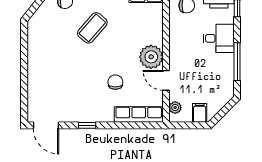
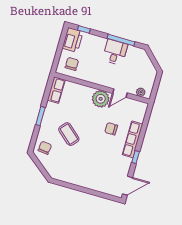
desk: (219, 38) -> (115, 52), moved
filing cabinet: (200, 113) -> (149, 76), removed
row of seats: (139, 114) -> (132, 139), moved

